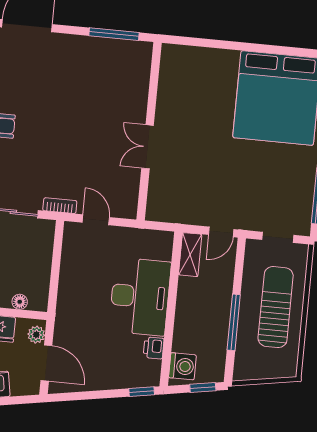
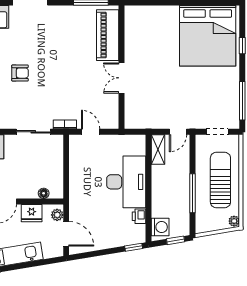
piano: (134, 83) -> (108, 35), added
plant: (290, 368) -> (234, 221), added

